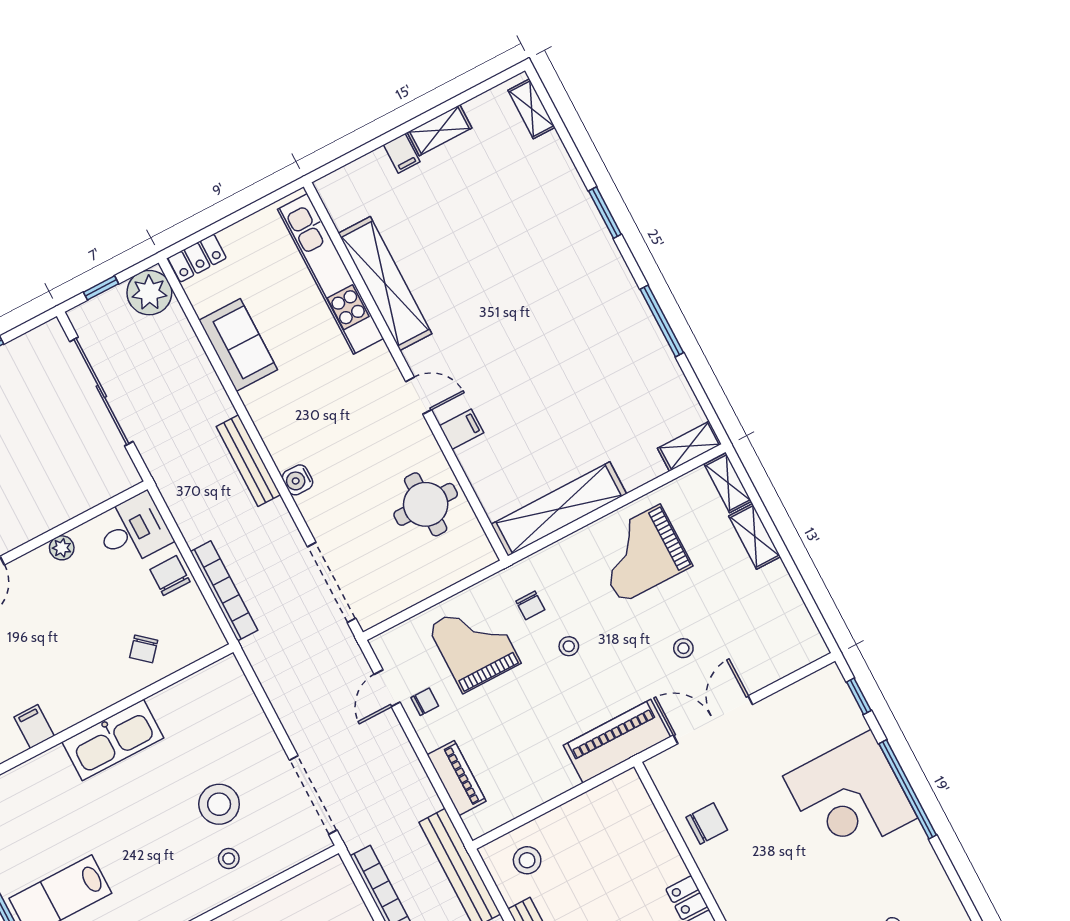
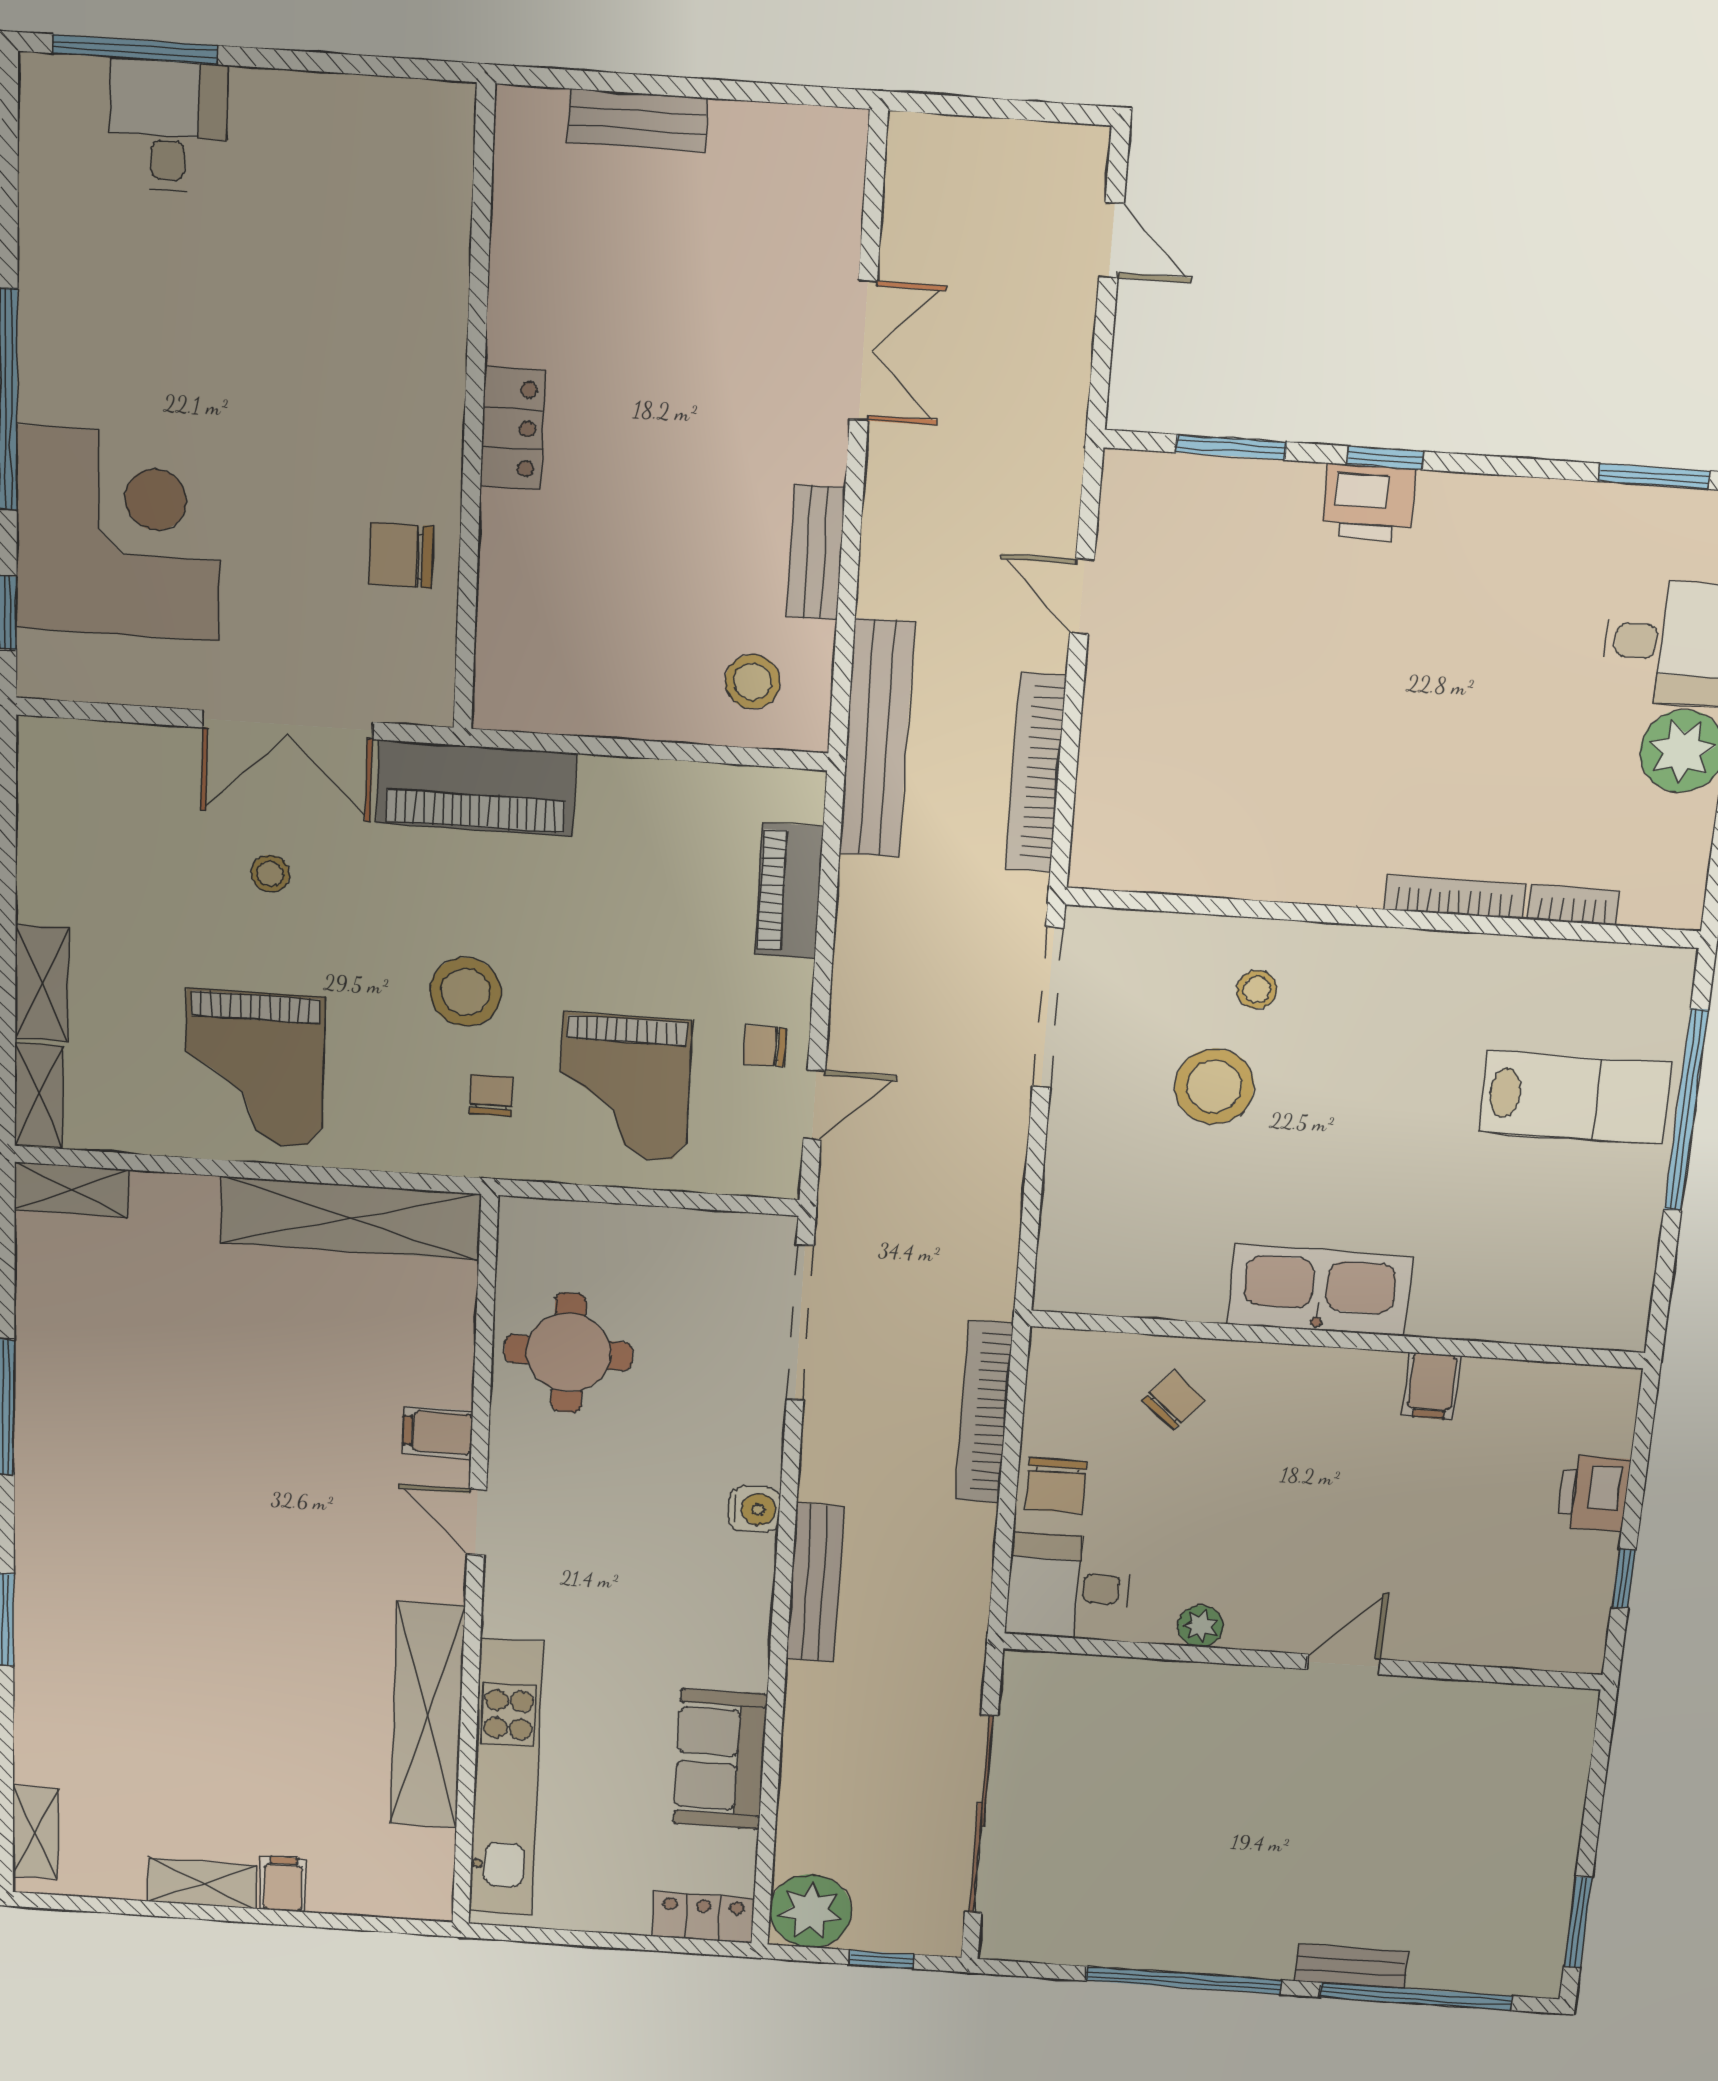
grand piano: (641, 554) -> (254, 1068), turned 90
stool: (569, 646) -> (465, 992), width x1.89, depth x1.89
corner desk: (850, 797) -> (118, 534), moved

